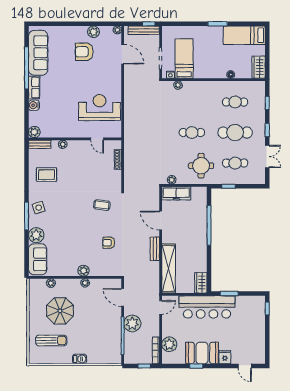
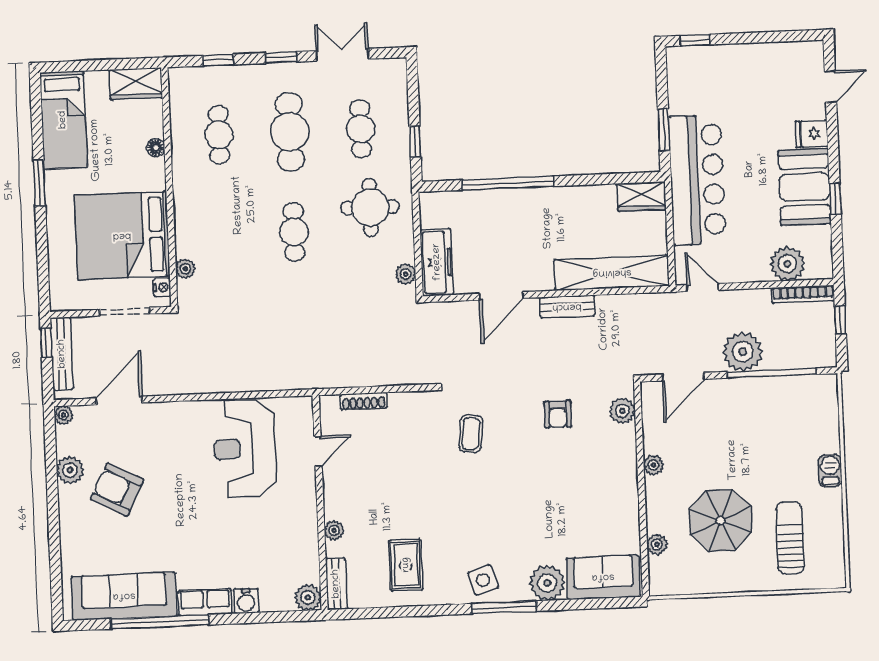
armchair: (84, 52) -> (117, 489), turned 117
bed: (184, 59) -> (122, 236), width x2.04
plant: (84, 271) -> (622, 411), moved

